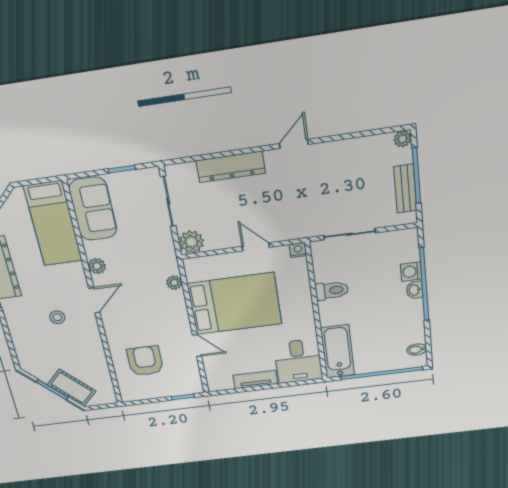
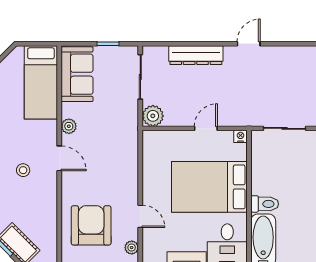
door: (256, 247) -> (206, 128), hinge flipped
plant: (174, 283) -> (132, 248), moved
toilet: (332, 290) -> (265, 204), moved
door: (94, 300) -> (59, 158), hinge flipped
bed: (235, 304) -> (209, 187), moved, turned 180
armchair: (145, 361) -> (91, 225), width x1.36, depth x1.36

